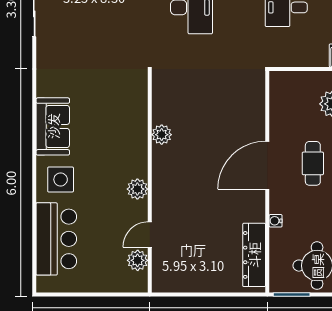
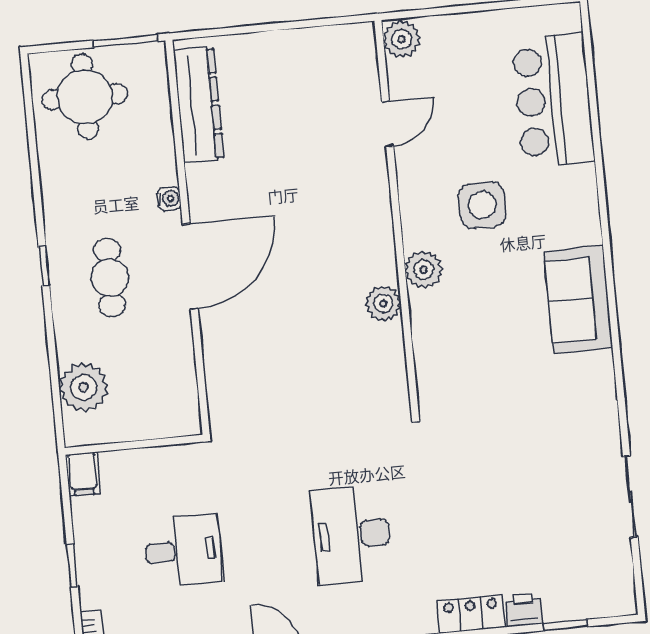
side table: (61, 179) -> (482, 205), moved
plant: (137, 189) -> (424, 270), moved
water cooler: (276, 221) -> (169, 199), moved
plant: (138, 260) -> (402, 39), moved

